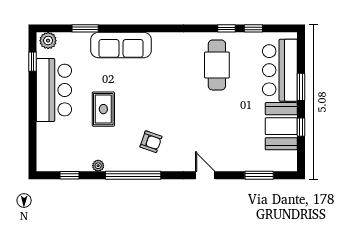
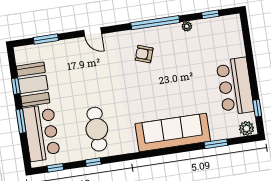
window: (253, 28) -> (55, 168), moved
sofa: (121, 45) -> (173, 132), width x1.36, depth x1.27
rug: (103, 109) -> (190, 76), removed

